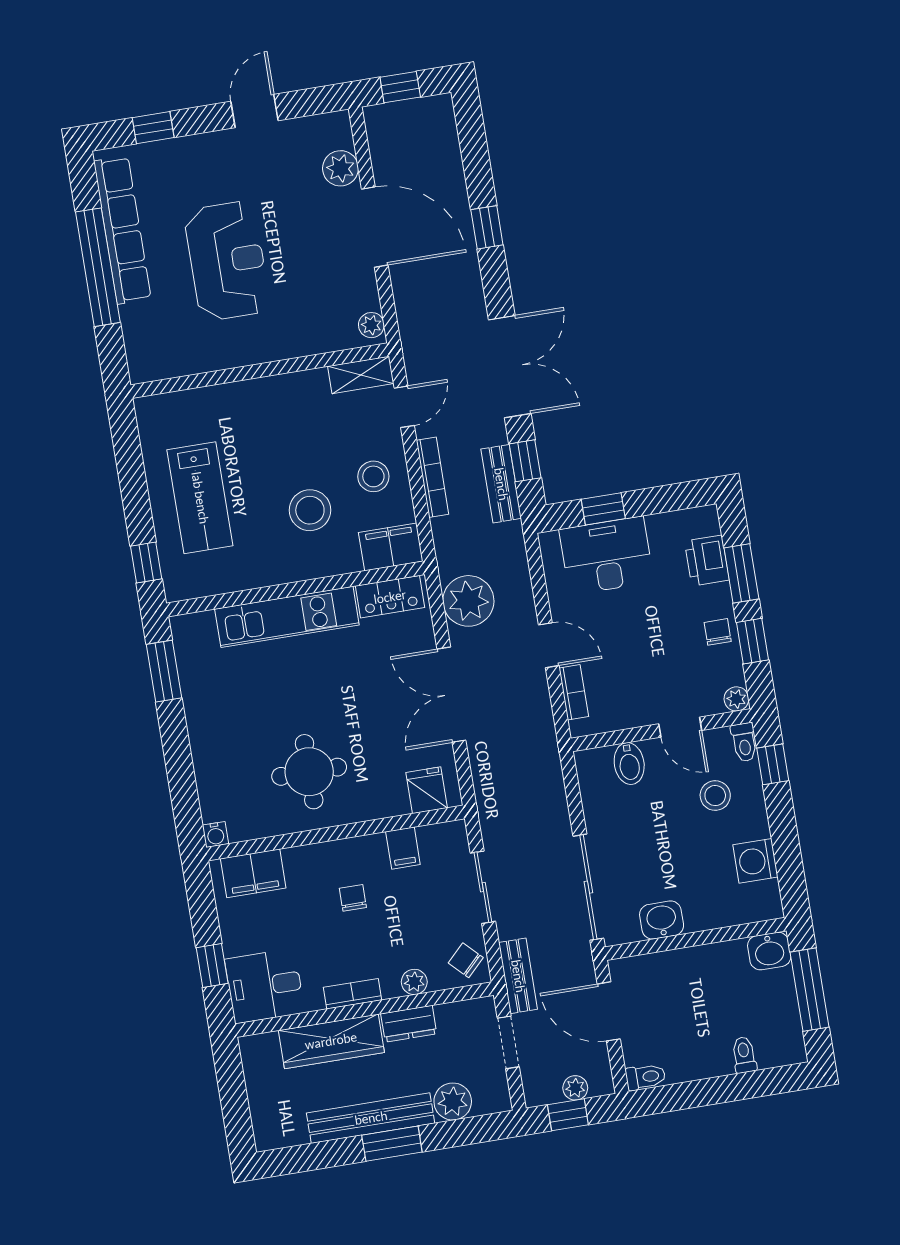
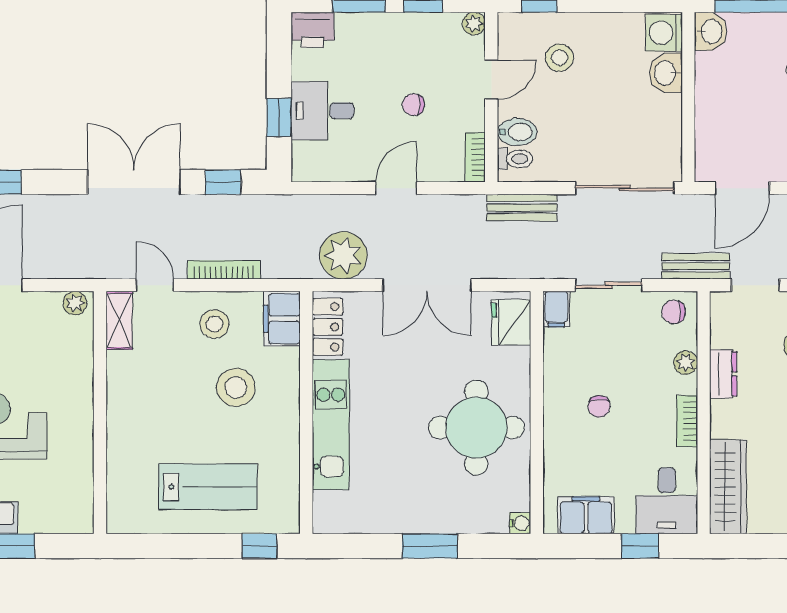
bench: (501, 484) -> (522, 208), moved
desk: (606, 556) -> (322, 111), width x0.73
printer: (707, 561) -> (312, 30), moved
chair: (718, 632) -> (413, 105), moved
window: (164, 671) -> (430, 546), moved
bookcase: (574, 692) -> (475, 157), moved, turned -90
toilet: (744, 742) -> (515, 159), moved
round table: (309, 772) -> (476, 428), width x1.36, depth x1.36
fridge: (427, 790) -> (511, 322), width x1.38
filing cabinet: (403, 848) -> (556, 309), moved, turned 90
washing machine: (755, 861) -> (664, 33), moved, turned 90
filing cabinet: (253, 873) -> (586, 515), moved, turned -90
chair: (353, 898) -> (599, 406), turned -90
washbasin: (662, 920) -> (666, 73), moved
chair: (466, 960) -> (674, 312), turned 45
wardrobe: (331, 1041) -> (728, 487), moved

